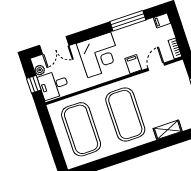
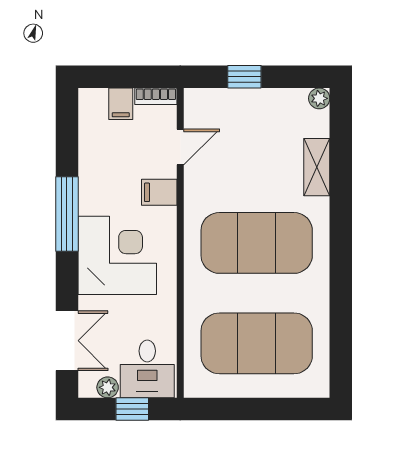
window: (128, 21) -> (67, 214), moved
filing cabinet: (162, 21) -> (121, 104), moved
door: (156, 67) -> (180, 147), swing flipped

